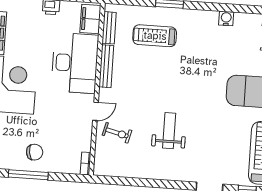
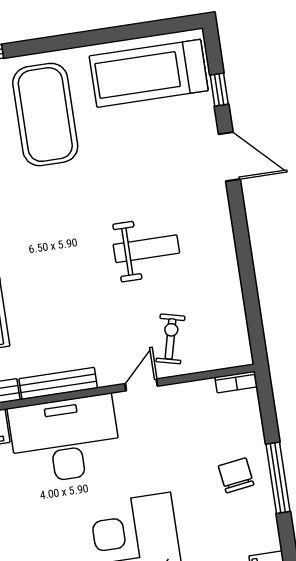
door: (95, 111) -> (141, 385), hinge flipped
weight bench: (169, 131) -> (146, 249), turned 180

